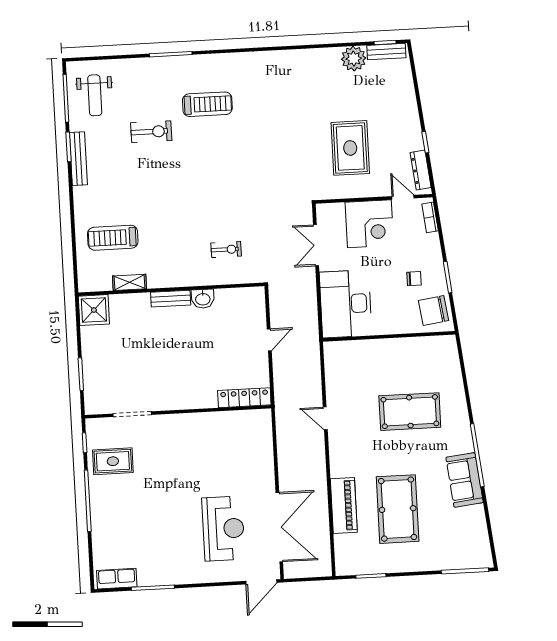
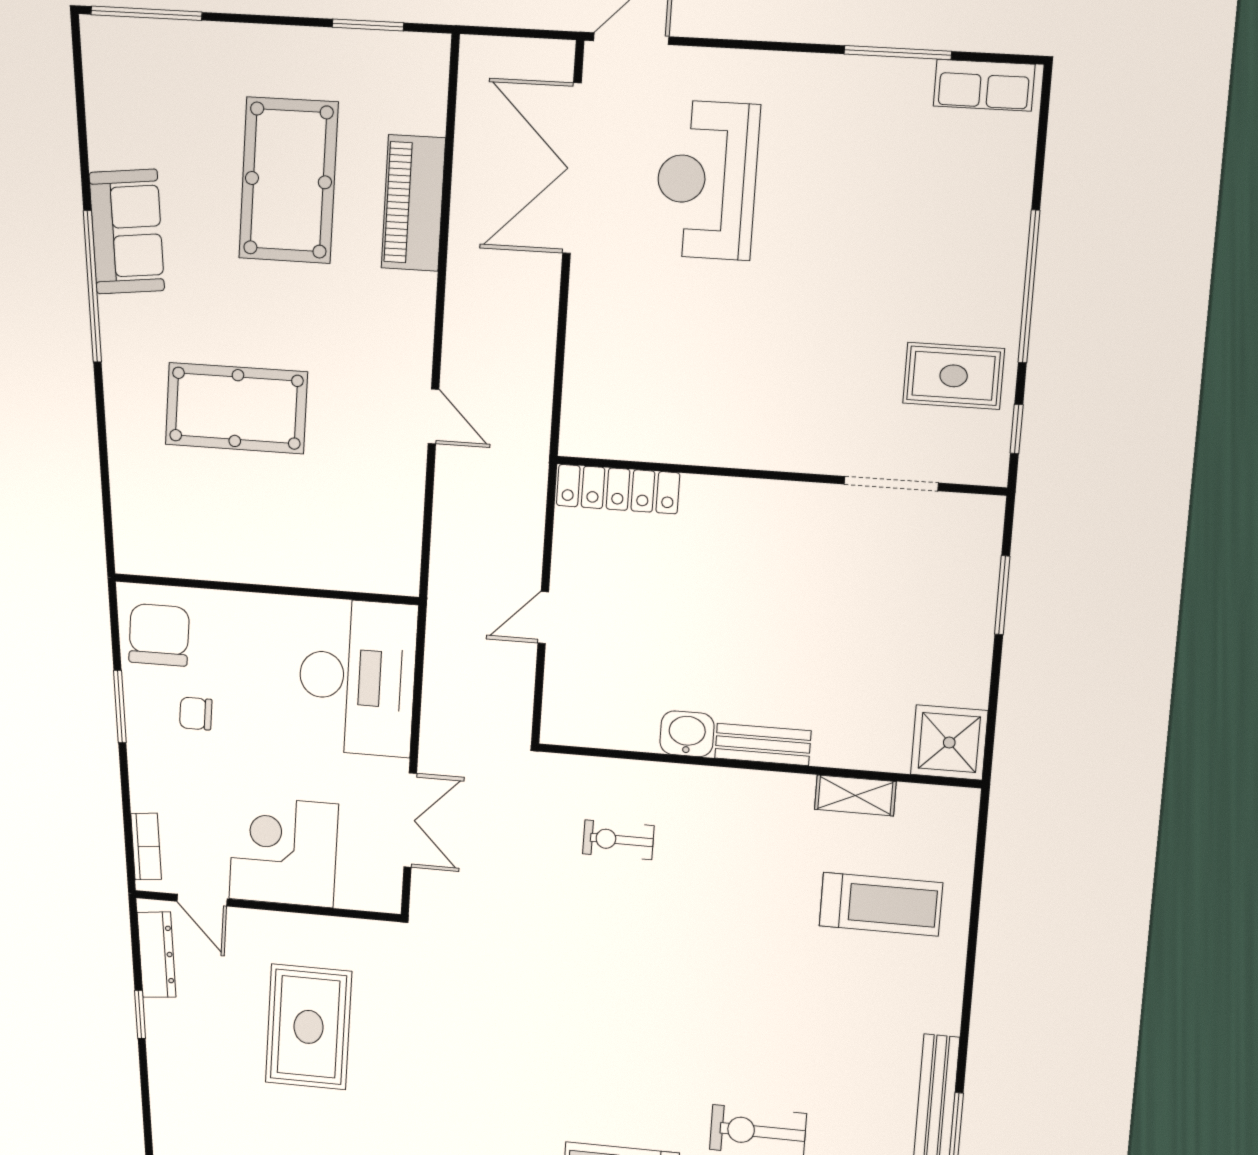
chair: (434, 311) -> (159, 635), turned -82

